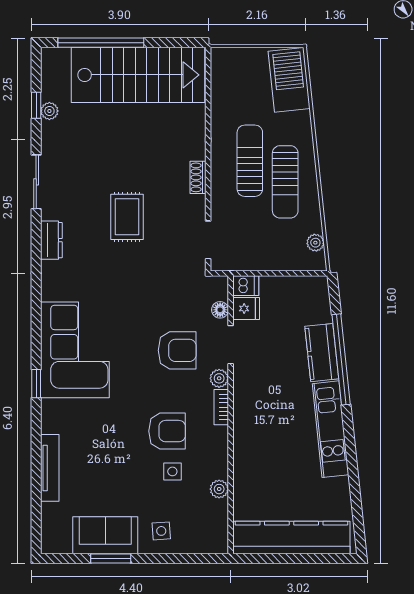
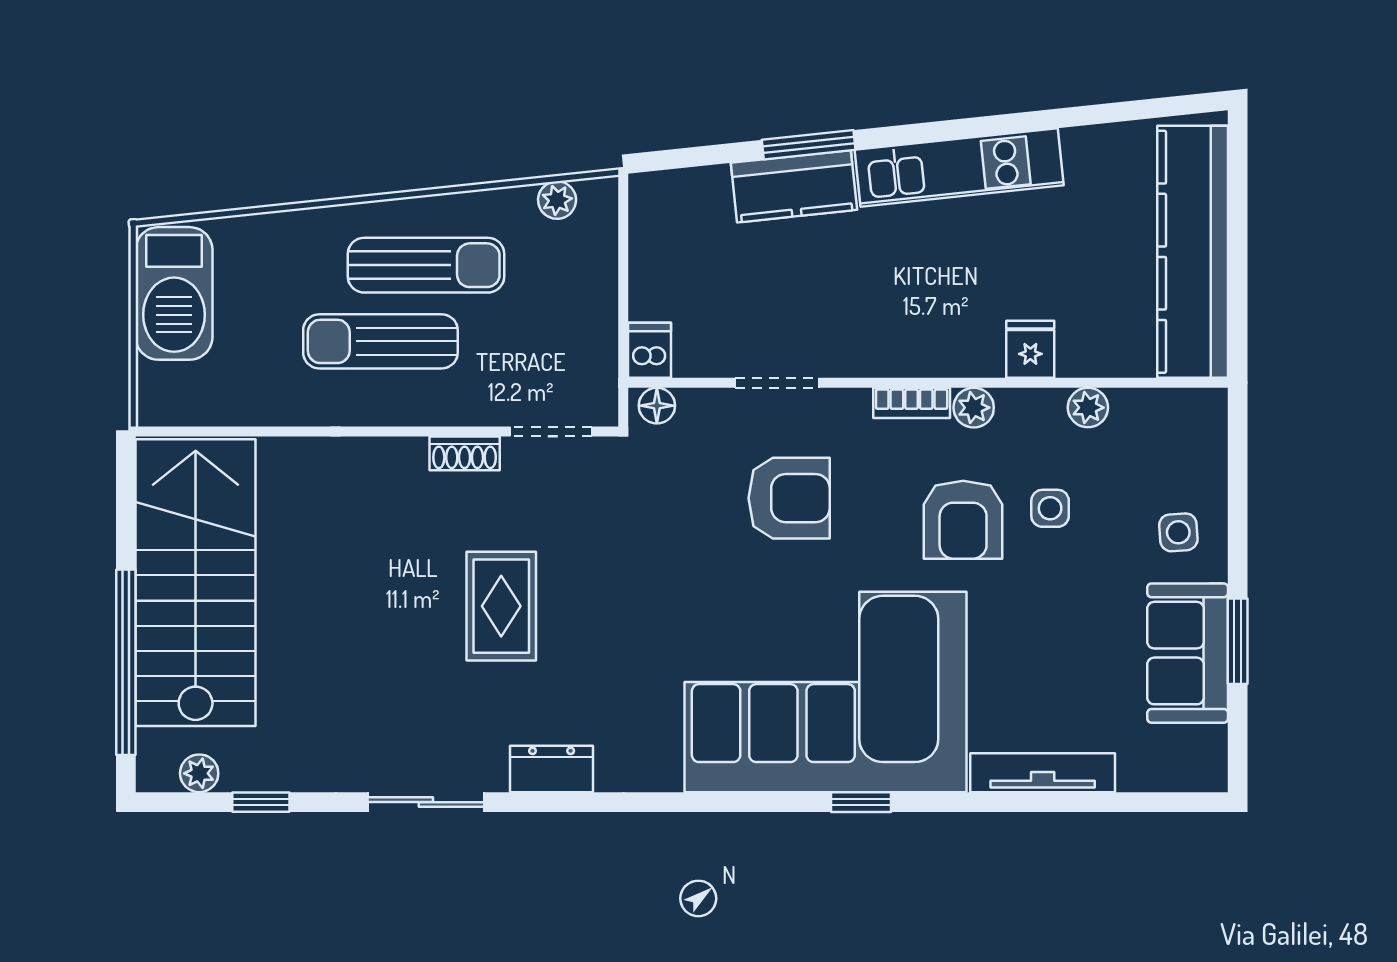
barbecue: (289, 80) -> (174, 293), moved, turned -84
plant: (49, 111) -> (199, 773), moved
shoe rack: (198, 177) -> (465, 453), moved
rug: (127, 217) -> (501, 606), turned 90
fridge: (246, 308) -> (1030, 349), moved
floor lamp: (220, 310) -> (657, 406), moved
corner sofa: (75, 350) -> (825, 692), width x1.36, depth x1.36
armchair: (177, 350) -> (789, 498), turned 90
window: (341, 359) -> (809, 145), width x0.47
plant: (219, 378) -> (974, 408), moved
armchair: (167, 431) -> (963, 520), turned 180

